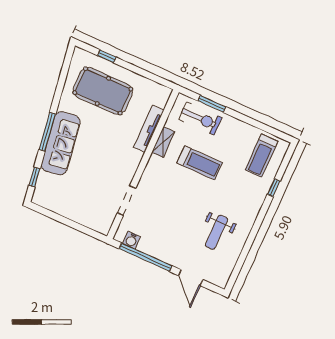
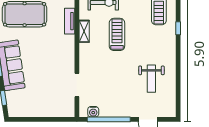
tv unit: (149, 129) -> (70, 21), width x0.71
treadmill: (200, 163) -> (117, 34), turned -90

